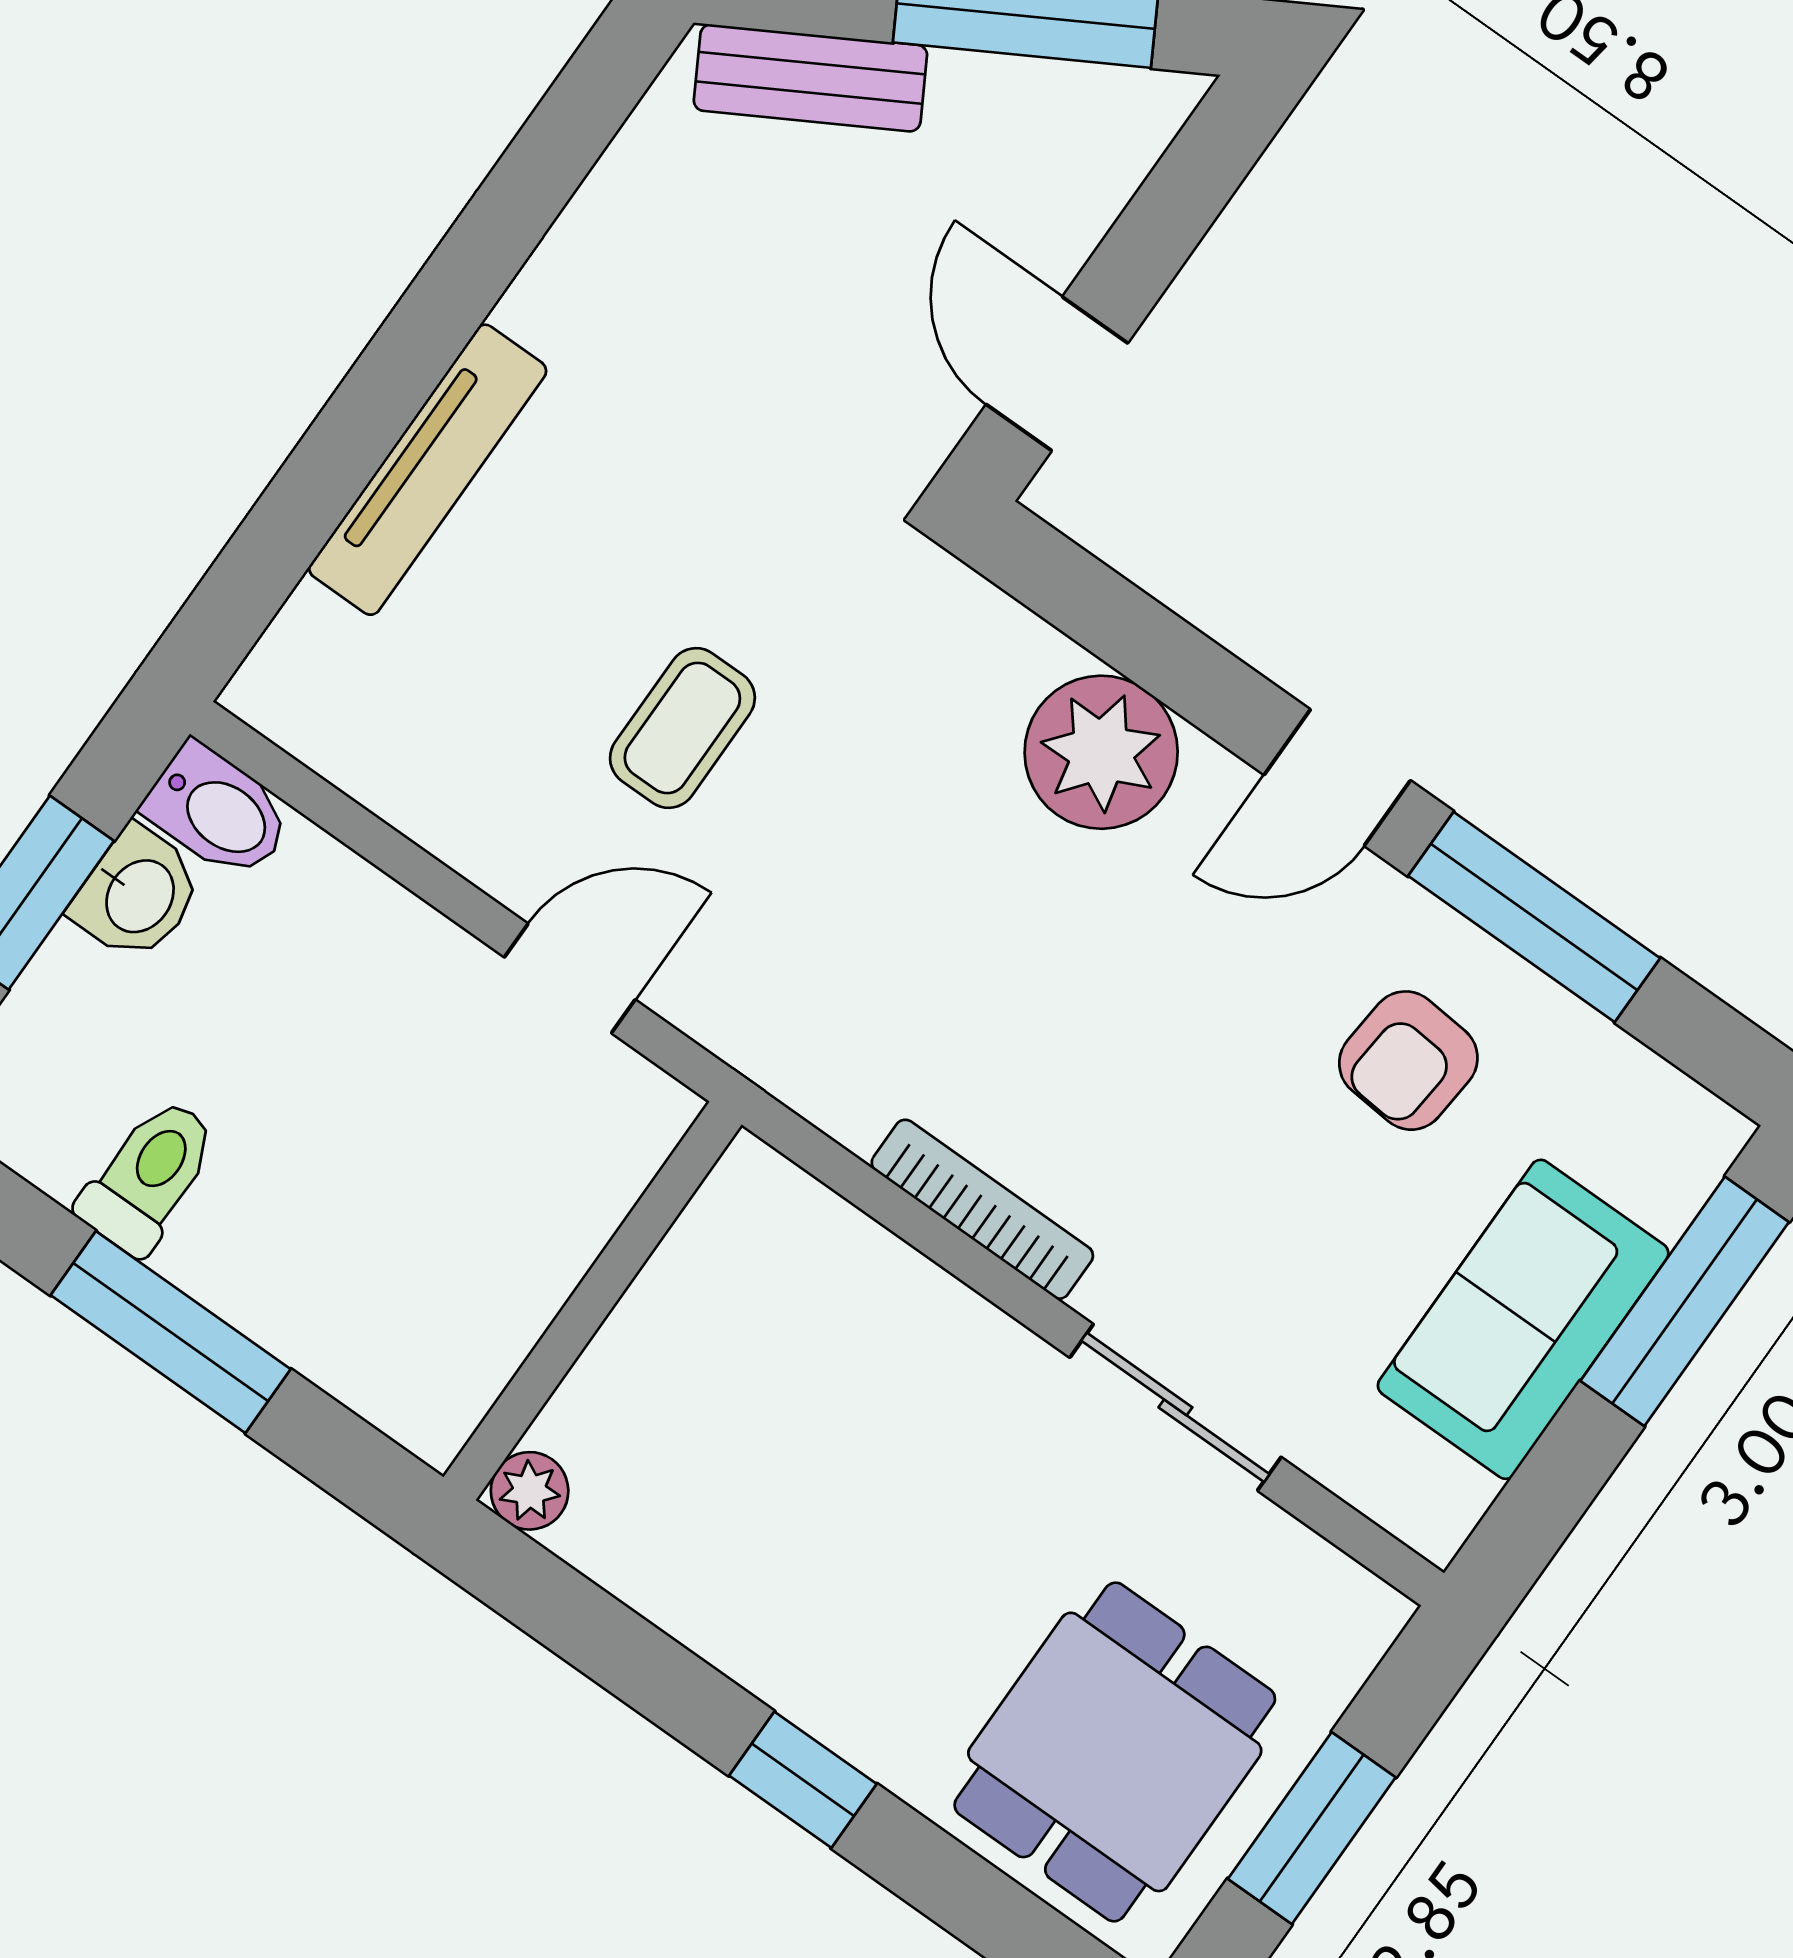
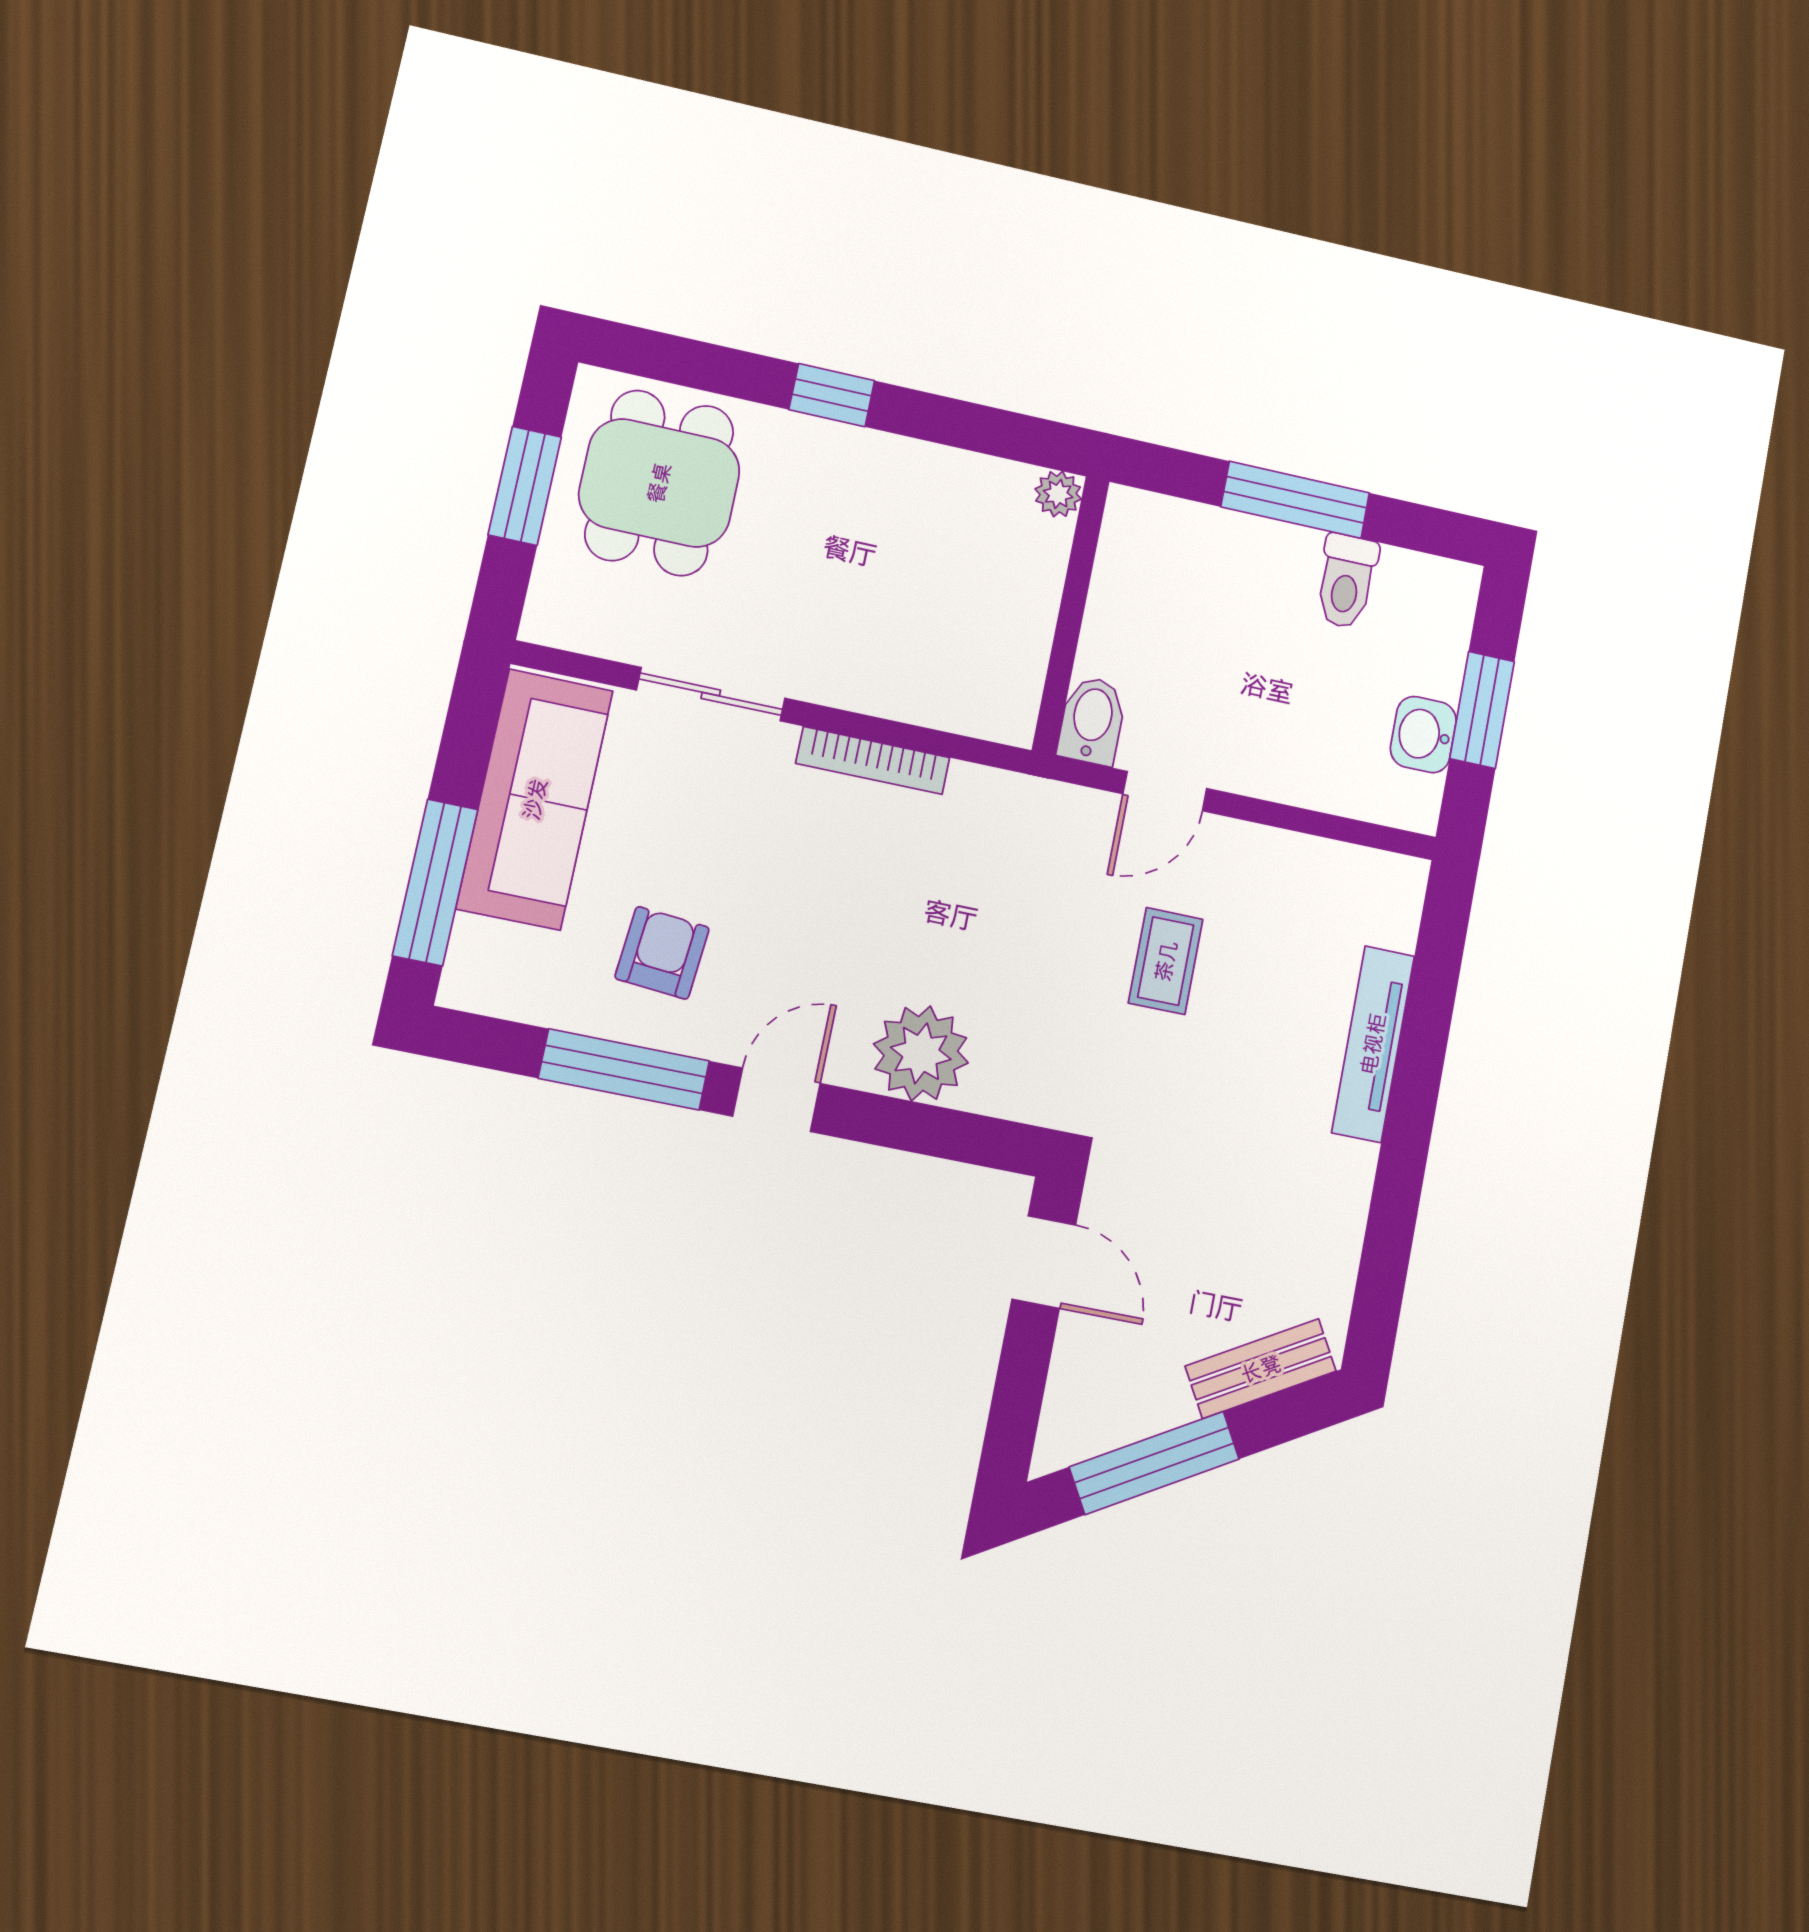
bidet: (218, 812) -> (1092, 720), moved, turned 90
sofa: (1523, 1319) -> (535, 799), width x1.36

